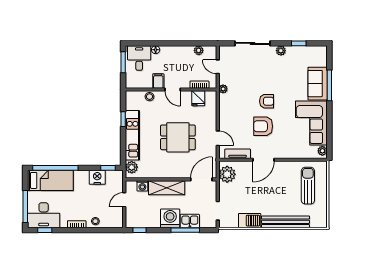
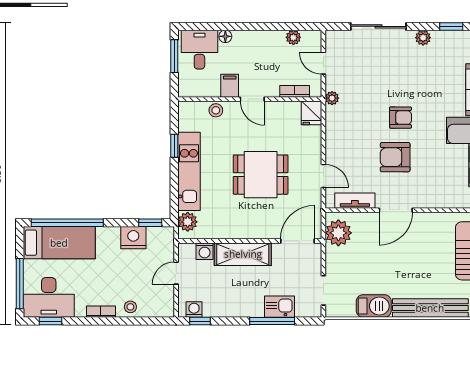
fridge: (198, 98) -> (311, 113), moved
washing machine: (170, 218) -> (194, 309), moved, width x0.53, depth x0.53

